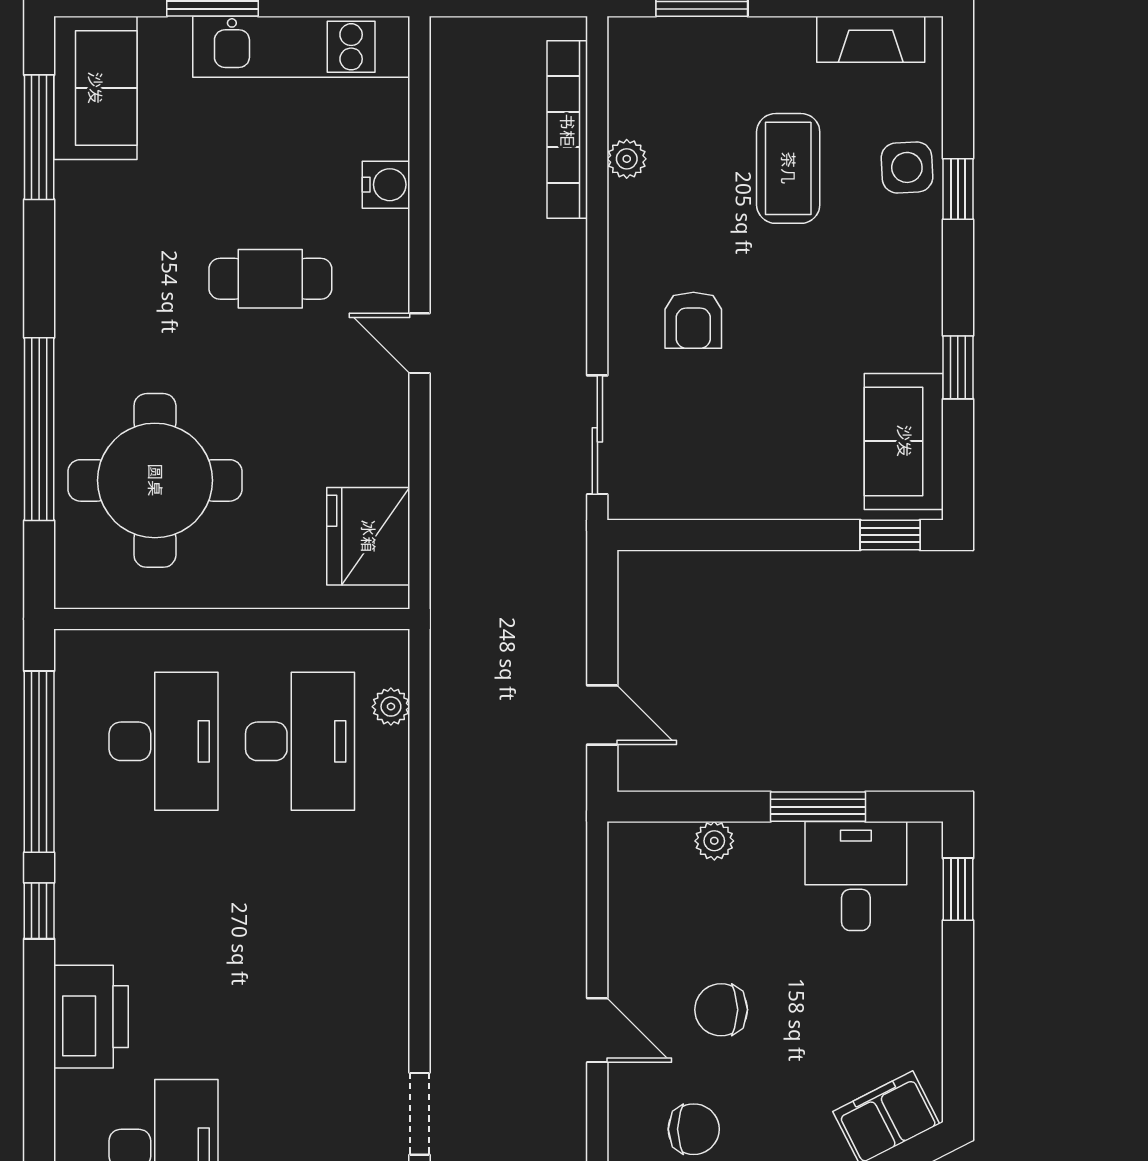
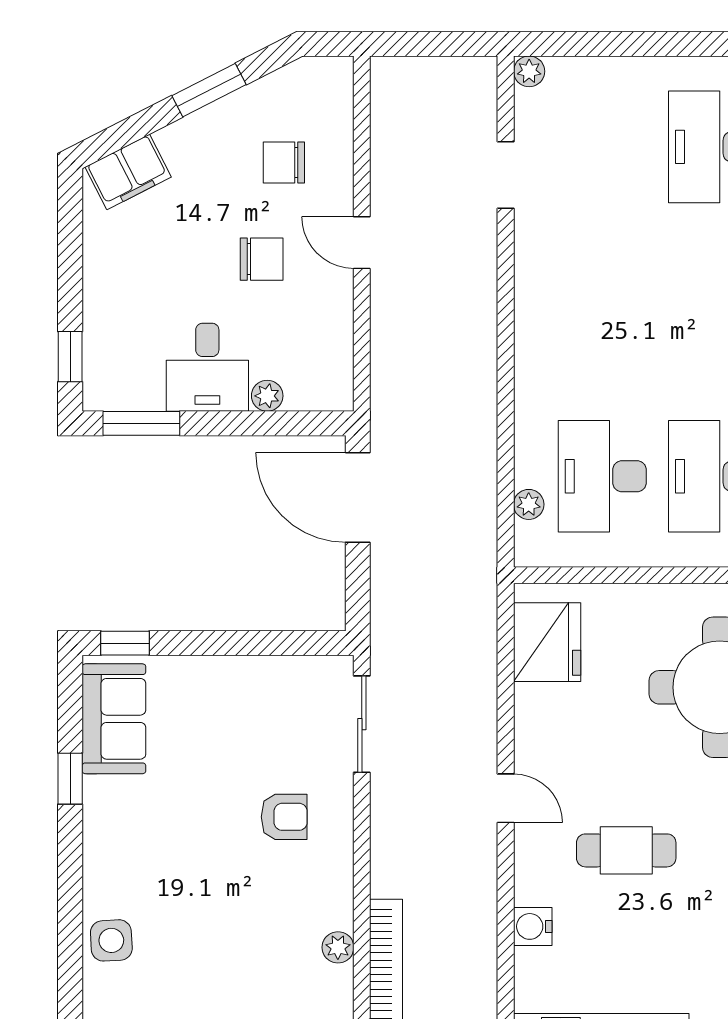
coffee table: (788, 168) -> (207, 940), removed
window: (958, 189) -> (70, 923), removed
armchair: (693, 320) -> (284, 817), turned 90
door: (602, 715) -> (358, 497), width x1.88
window: (818, 807) -> (141, 423), moved
desk: (856, 876) -> (207, 367), moved

